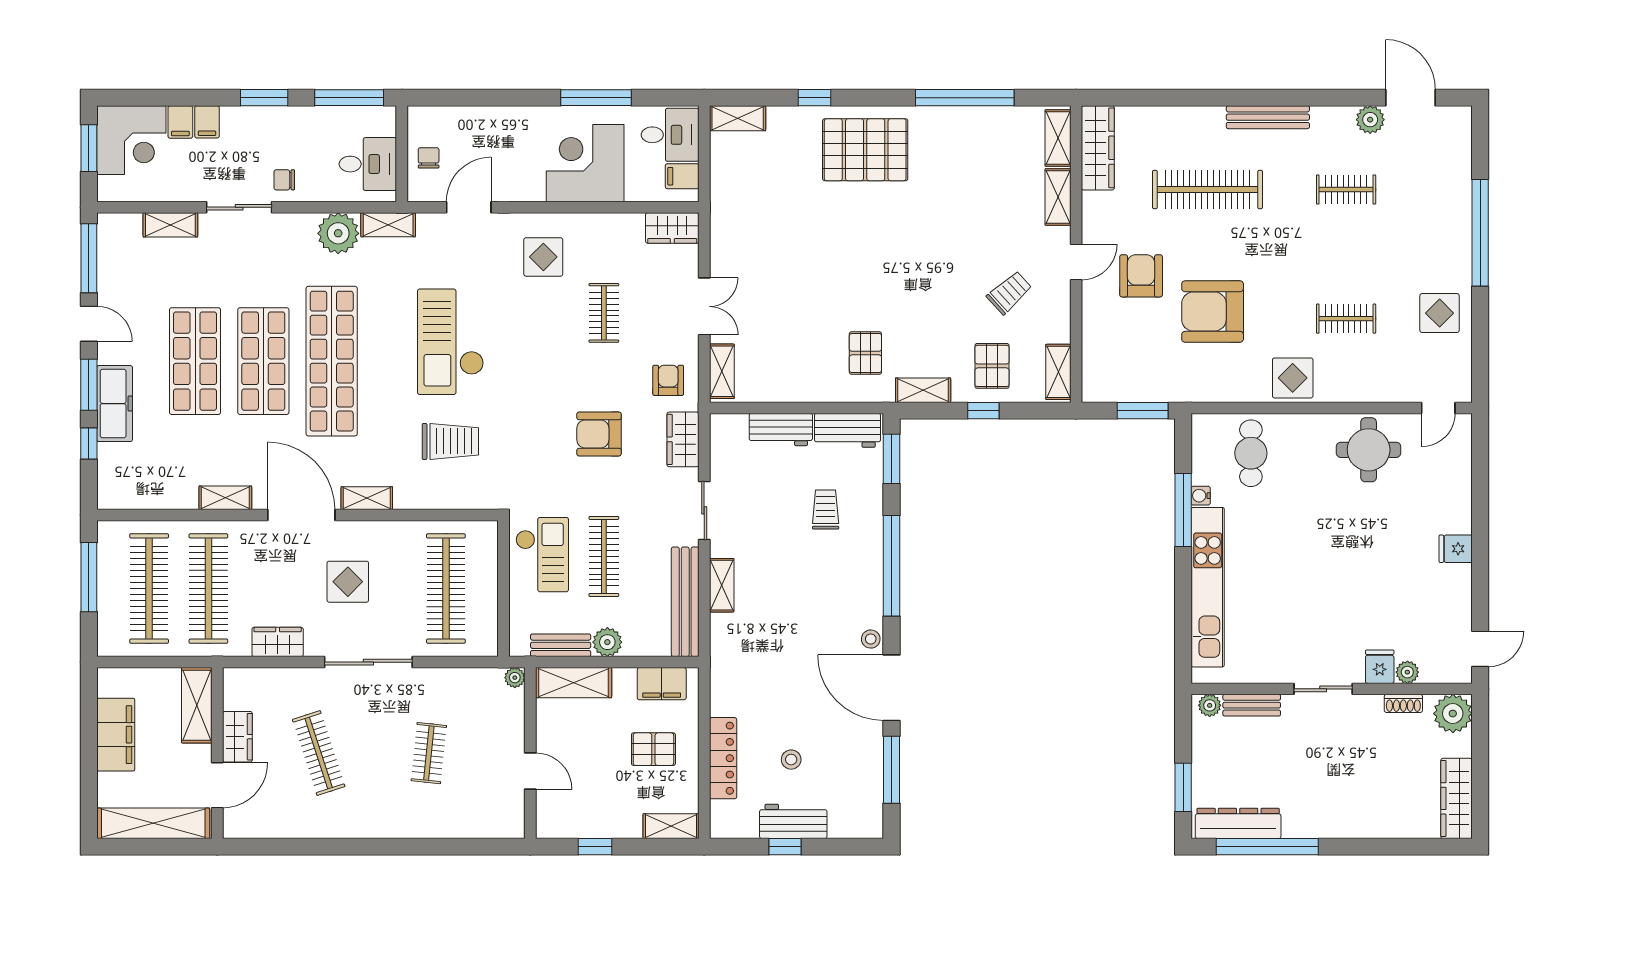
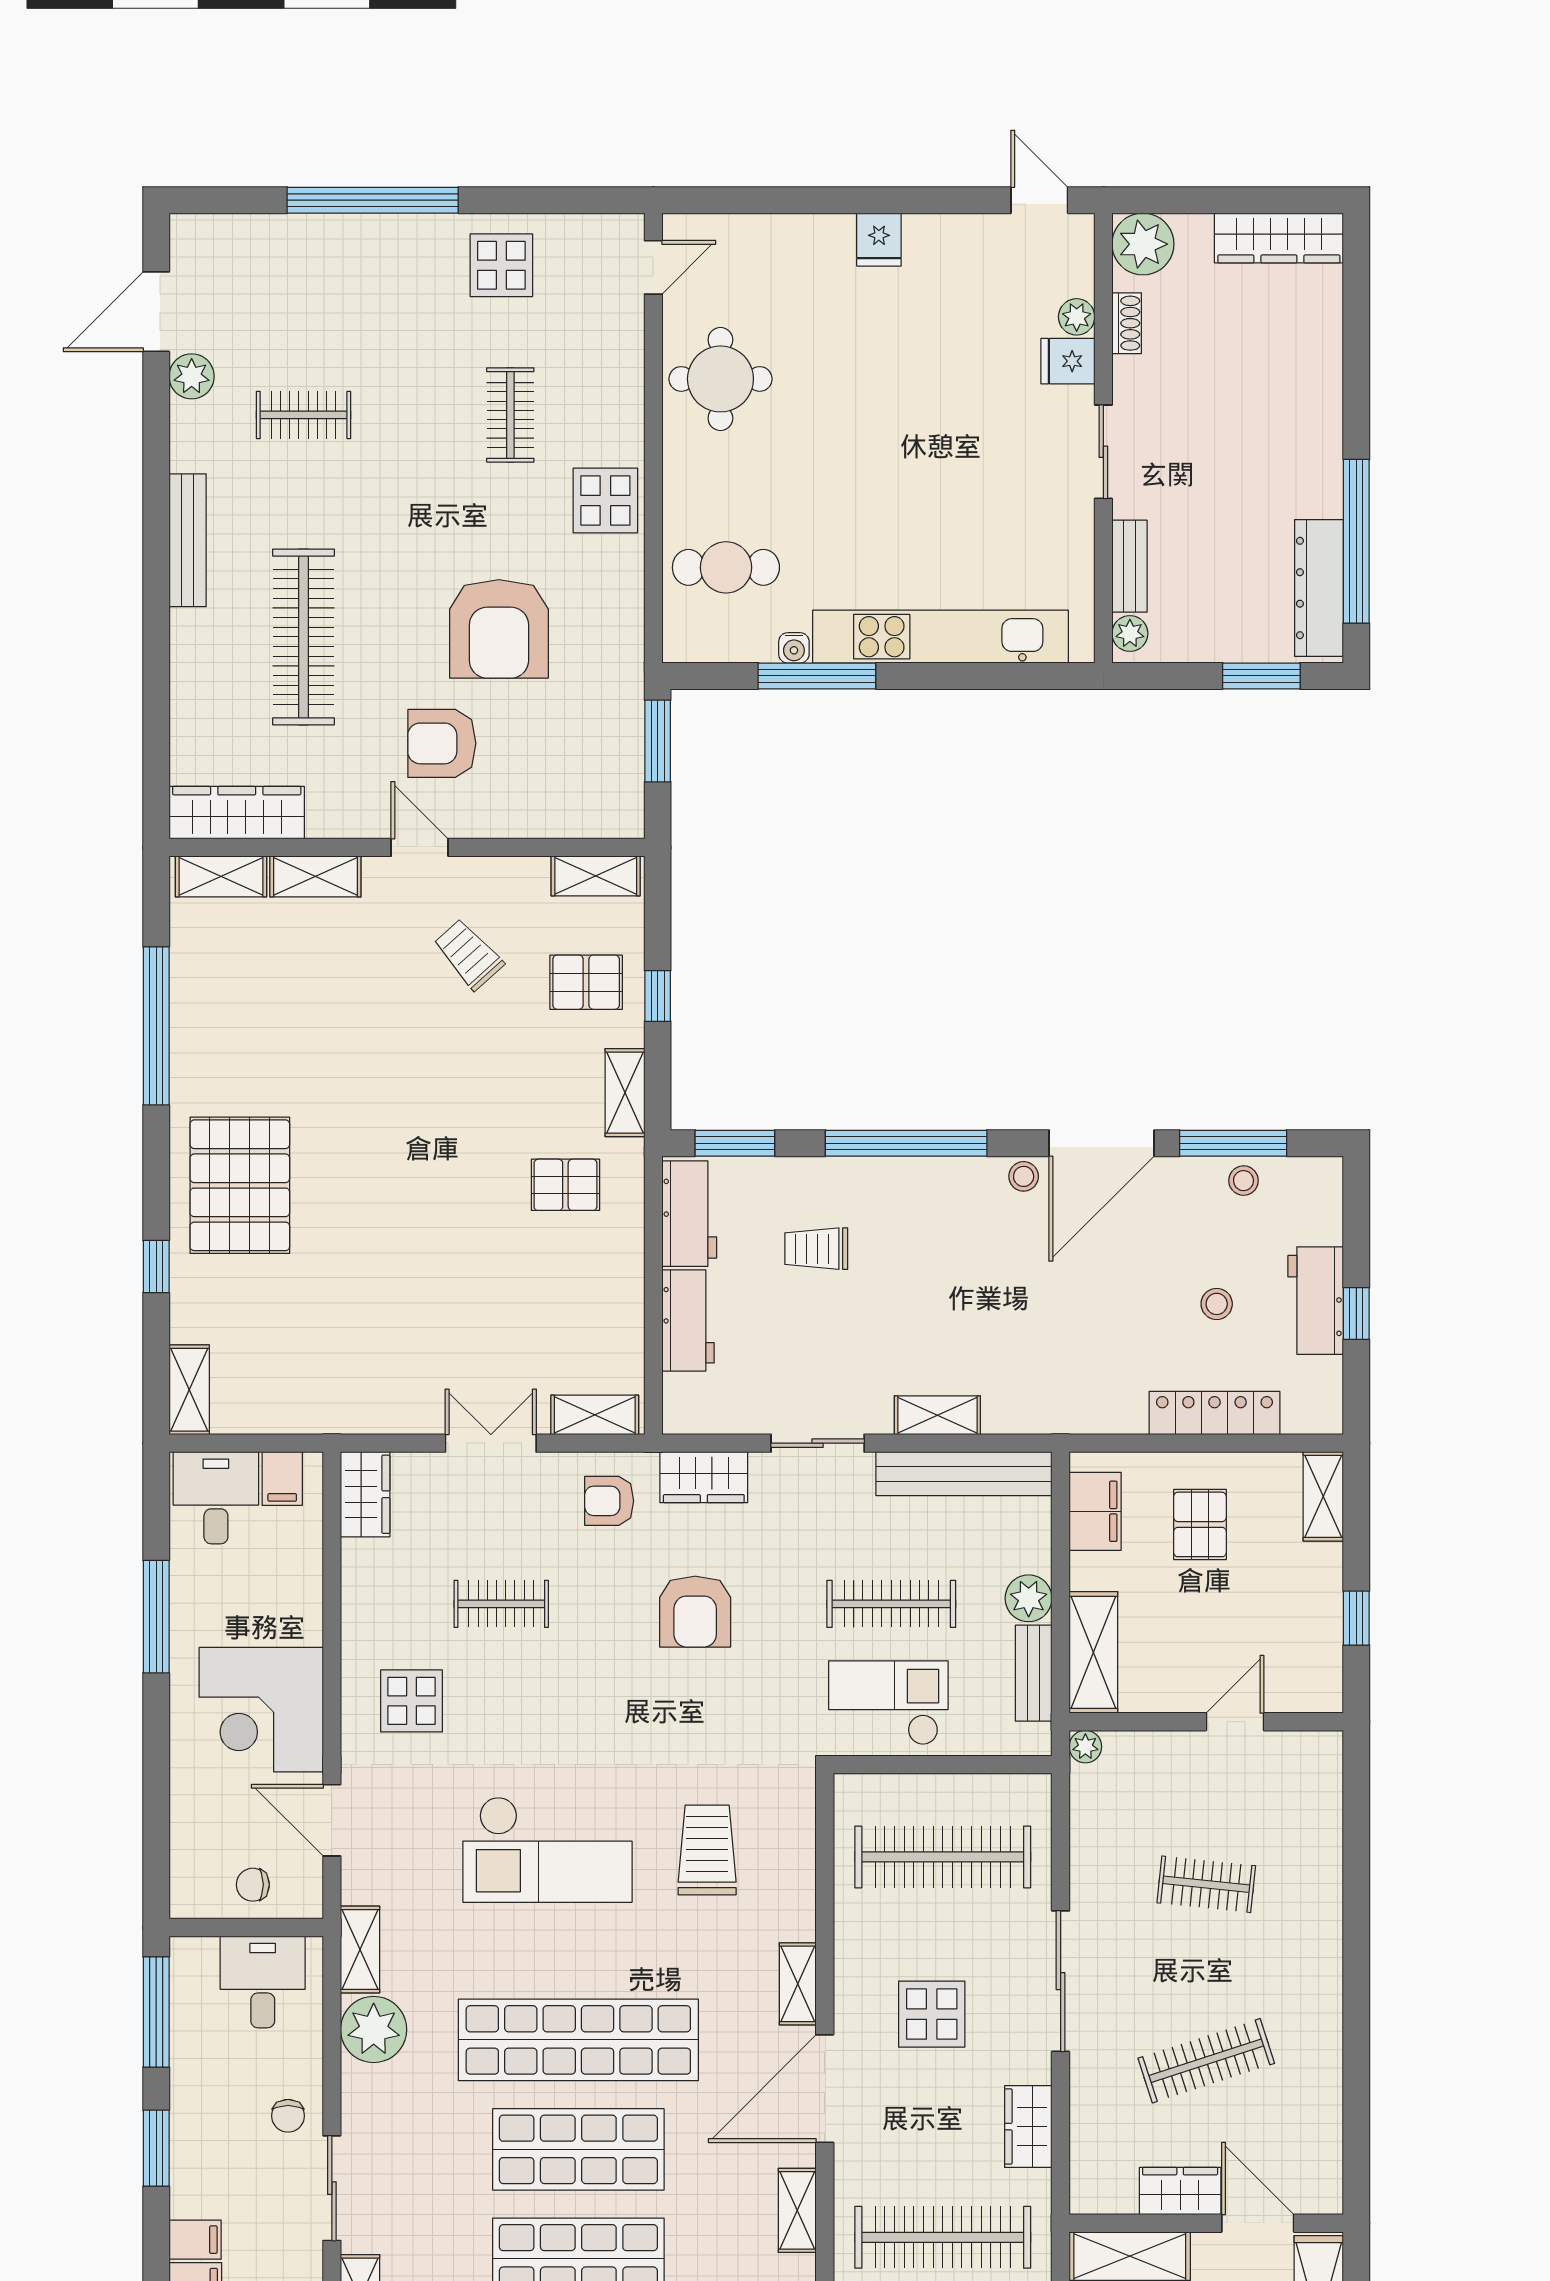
corner desk: (585, 163) -> (261, 1710), moved
clothes rail: (1346, 190) -> (304, 415), turned 90
door: (1438, 408) -> (653, 267), hinge flipped
stool: (868, 776) -> (1243, 1181), added

